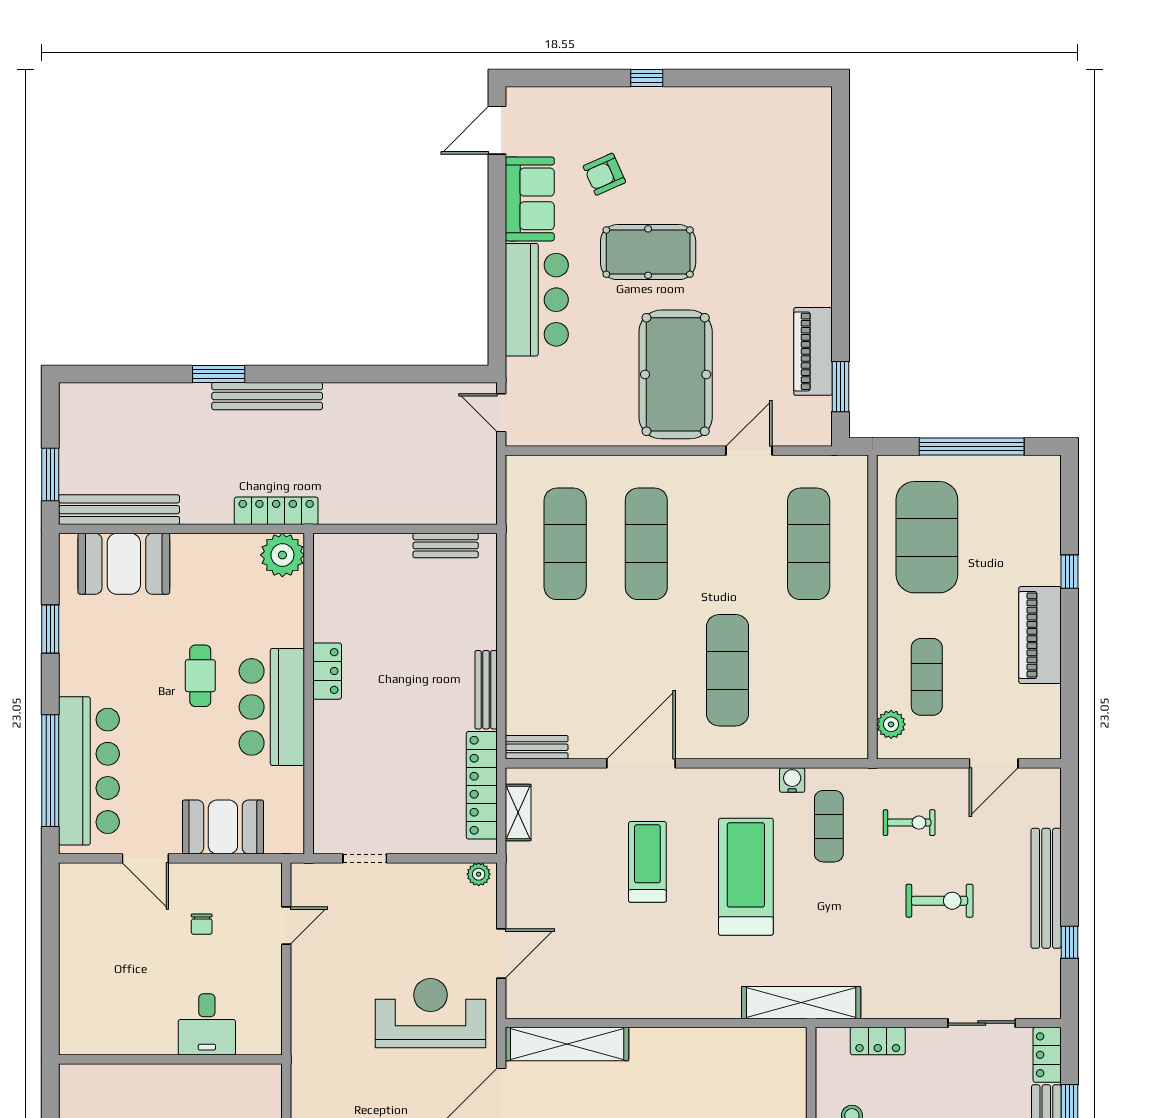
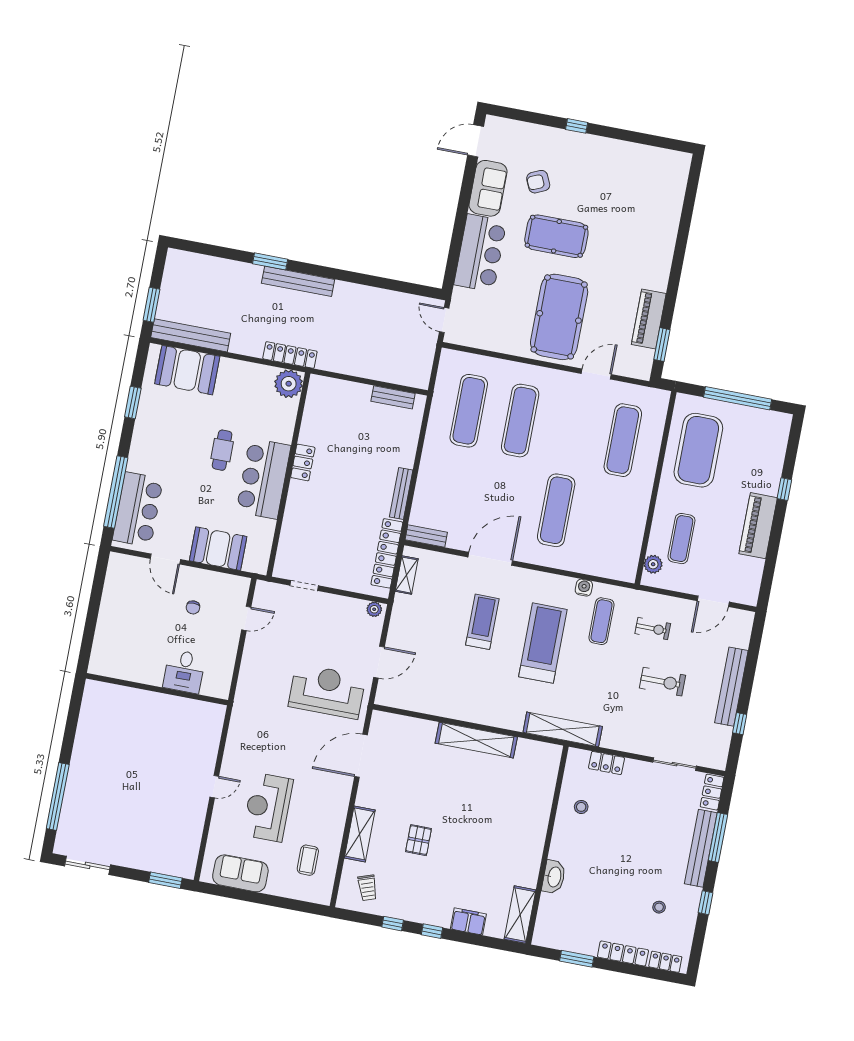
bar counter: (89, 771) -> (138, 509), width x0.73
shelving: (567, 1044) -> (476, 740), moved

